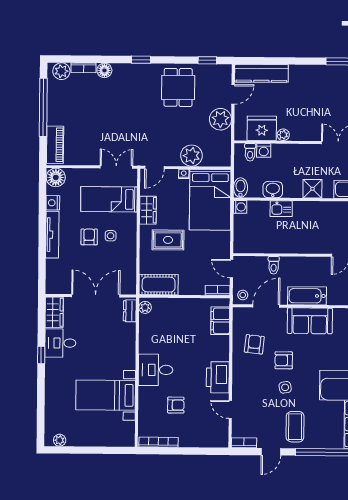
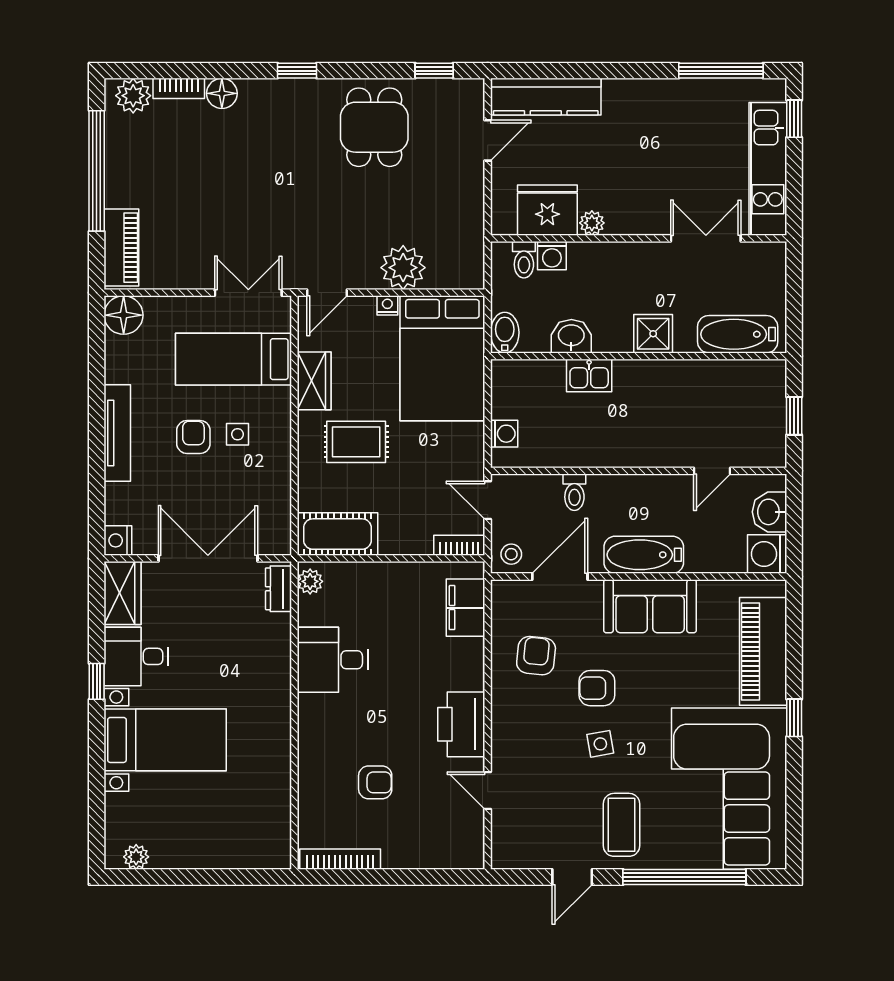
plant: (220, 119) -> (462, 192), removed
nightstand: (53, 203) -> (118, 540), moved
washing machine: (240, 207) -> (504, 434), moved
desk: (156, 370) -> (333, 660), moved
bed with nightstands: (106, 395) -> (165, 740), moved, turned 180
bookcase: (244, 443) -> (516, 859), removed

